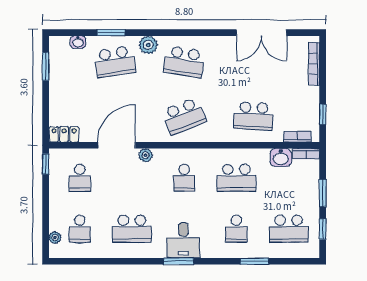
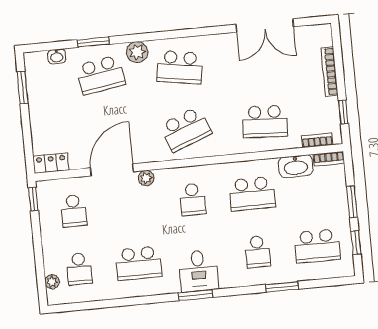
bookcase: (314, 64) -> (329, 72), moved
washbasin: (281, 158) -> (296, 166), width x1.38

